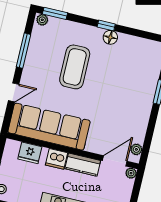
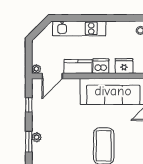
window: (149, 134) -> (29, 105), added
plant: (136, 149) -> (37, 137), moved

